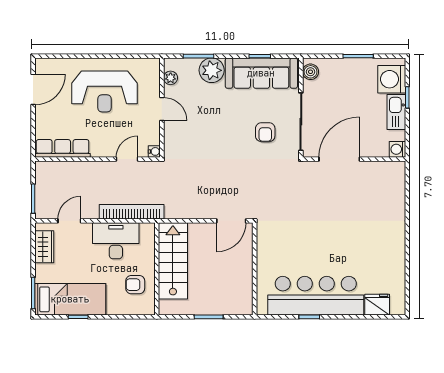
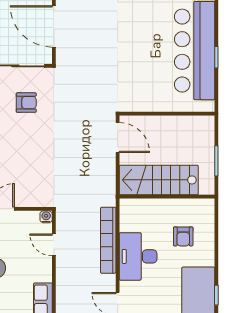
stairs: (173, 261) -> (159, 180), moved
wall: (157, 269) -> (167, 197), moved

